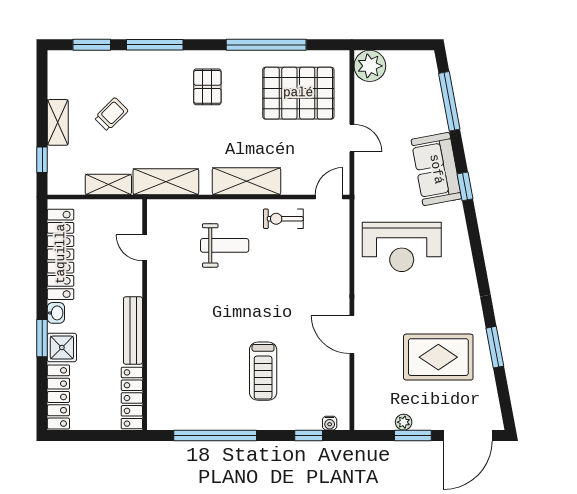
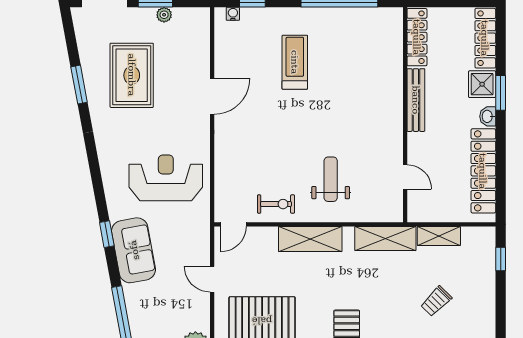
shelving: (58, 122) -> (486, 294), removed
weight bench: (225, 245) -> (331, 179), turned 90
door: (352, 334) -> (212, 96), hinge flipped
rug: (438, 357) -> (132, 75), turned 90

